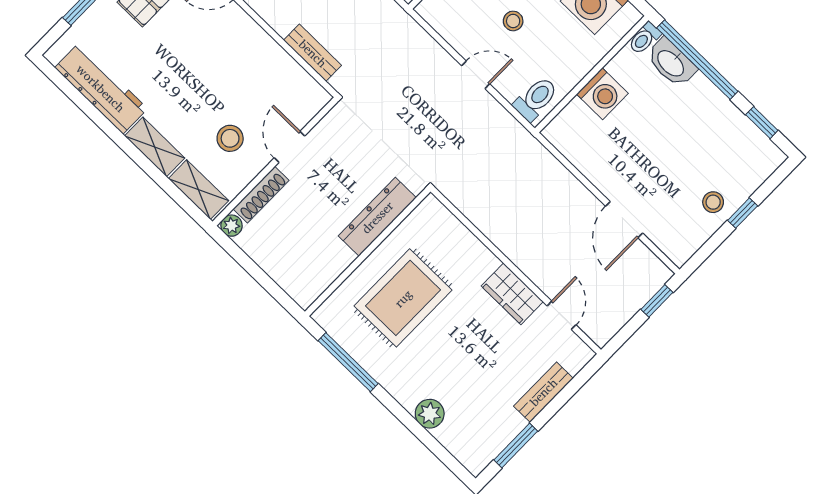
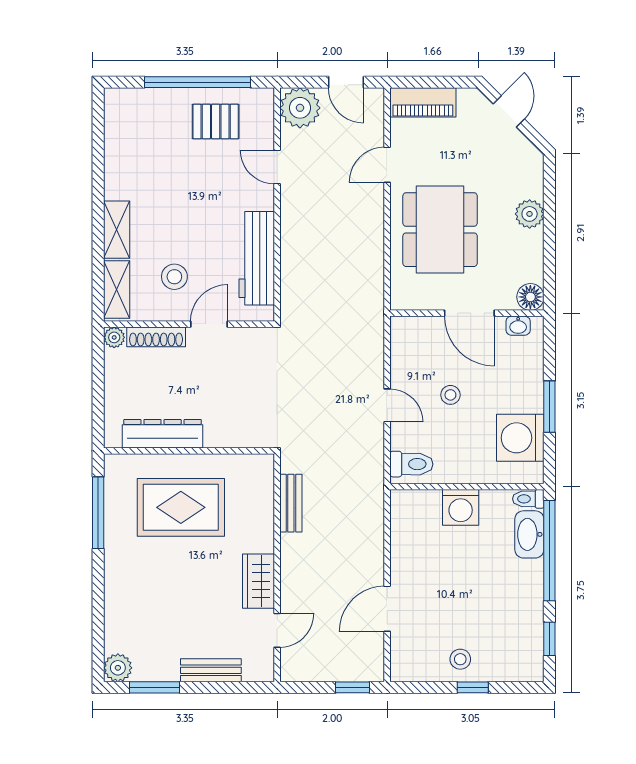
bench: (313, 53) -> (291, 503), moved
workbench: (101, 88) -> (257, 258), moved, turned 180
dresser: (377, 217) -> (163, 434), moved
plant: (430, 414) -> (118, 668), moved

